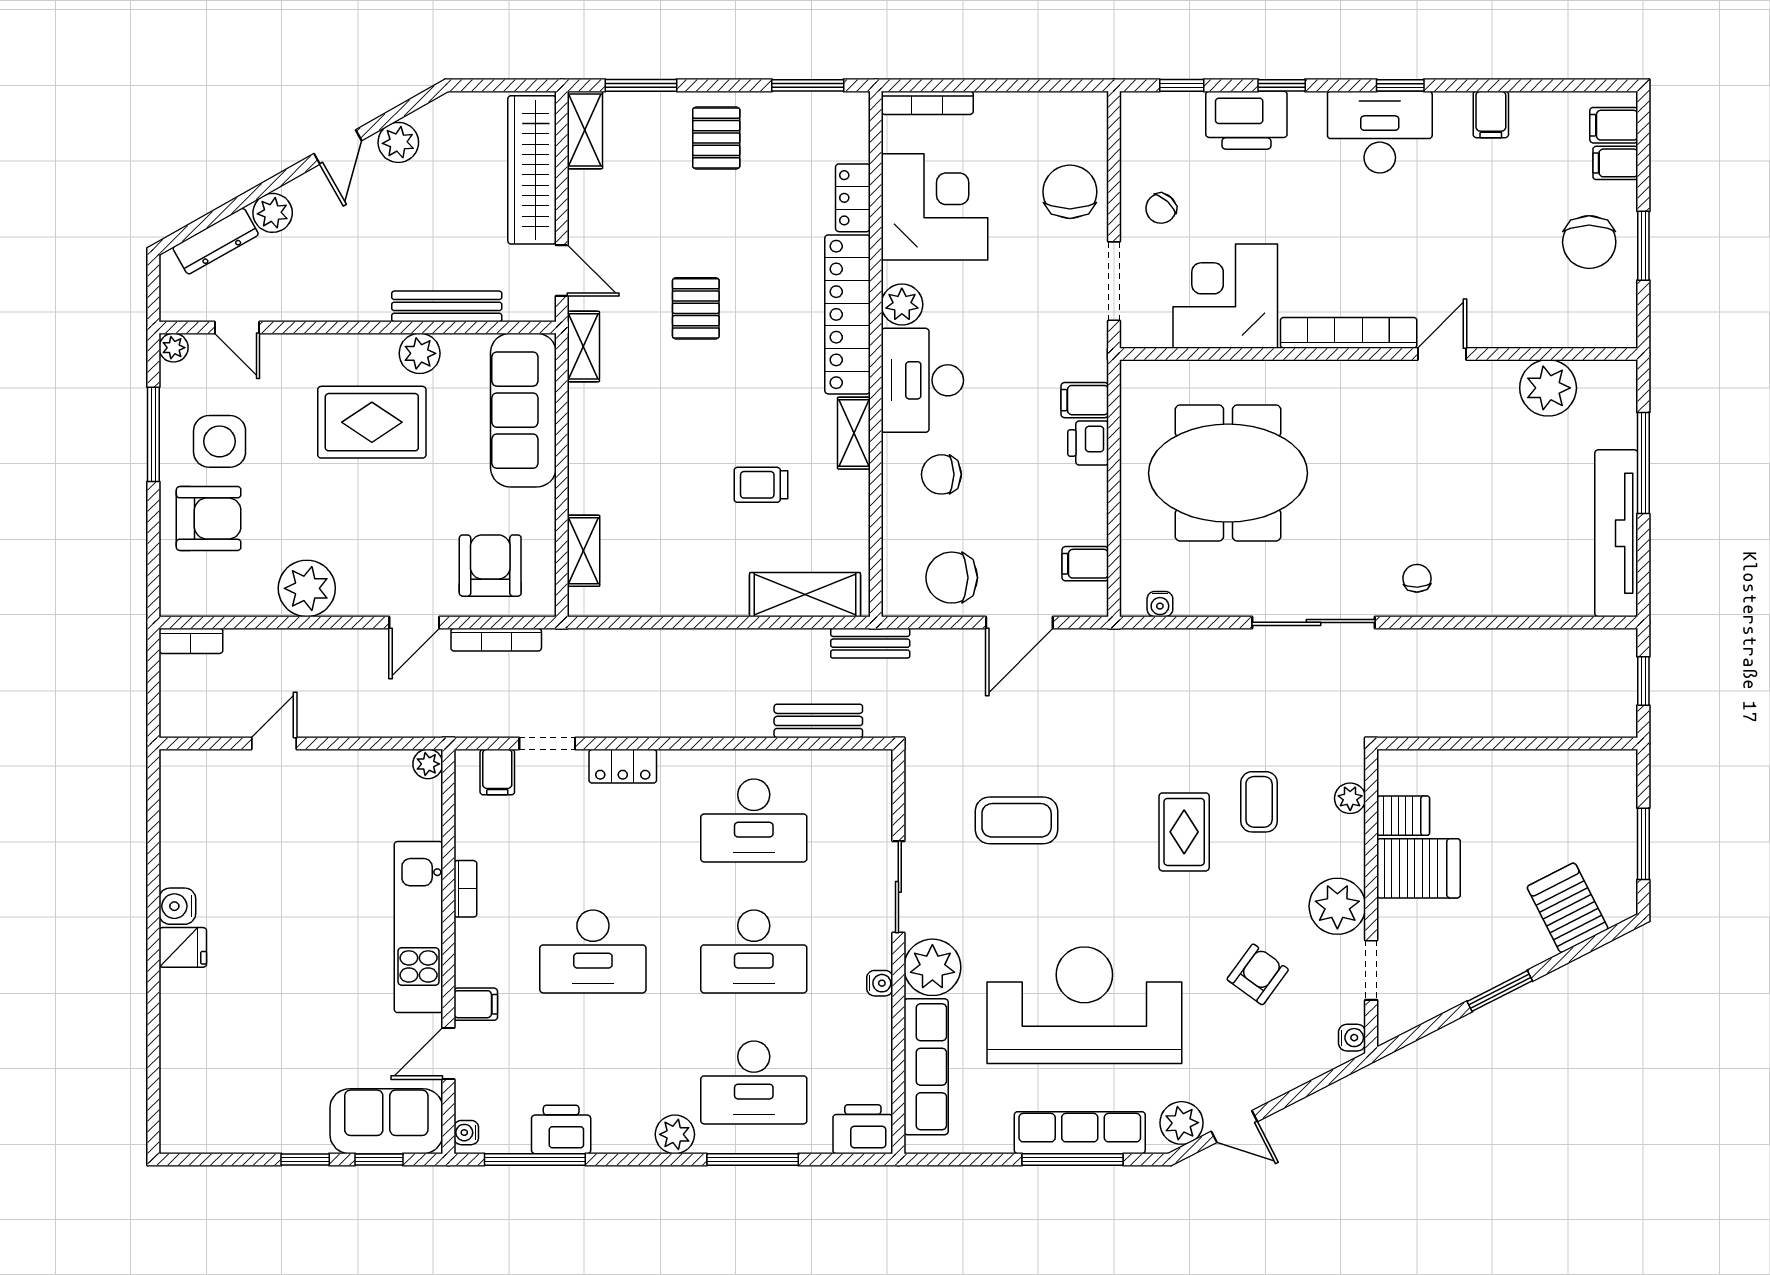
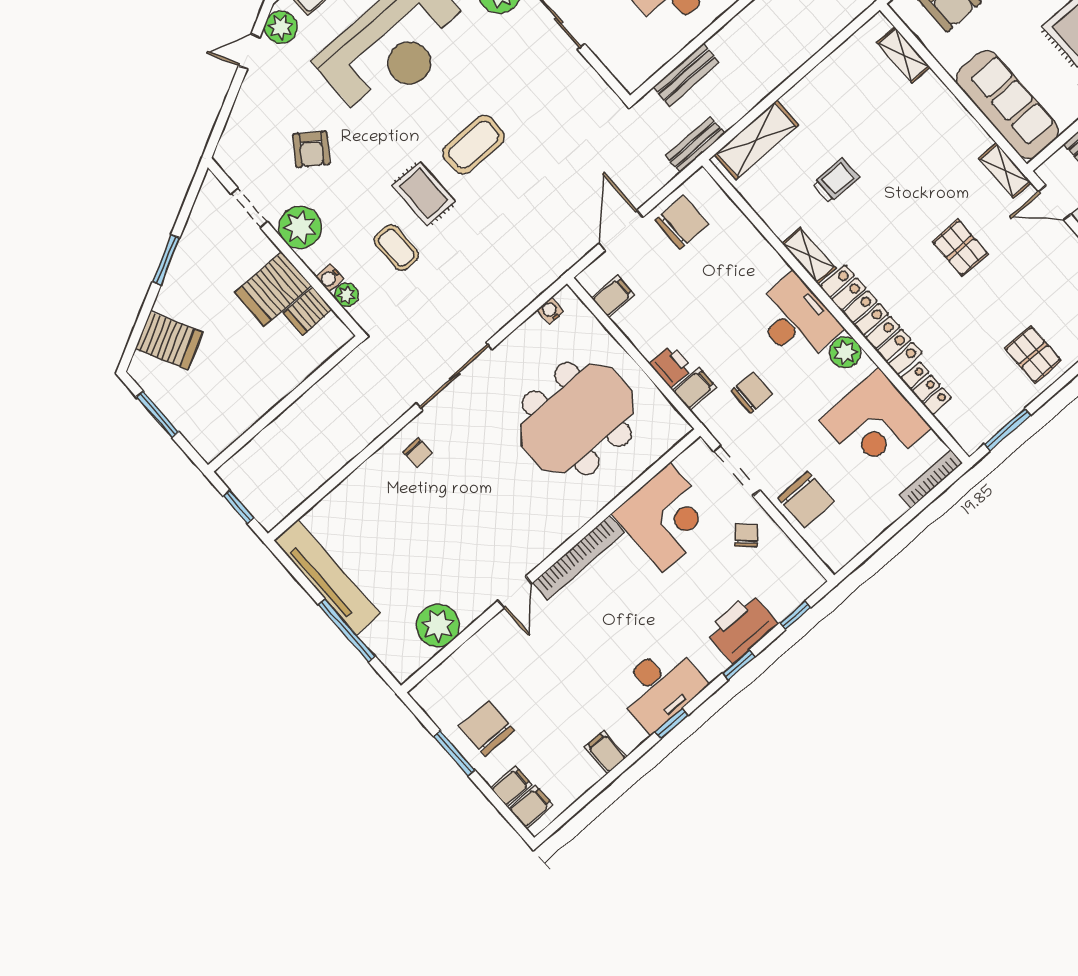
chair: (941, 474) -> (752, 393), moved
coffee table: (1017, 820) -> (474, 145), moved
water cooler: (1352, 1038) -> (330, 278), moved

